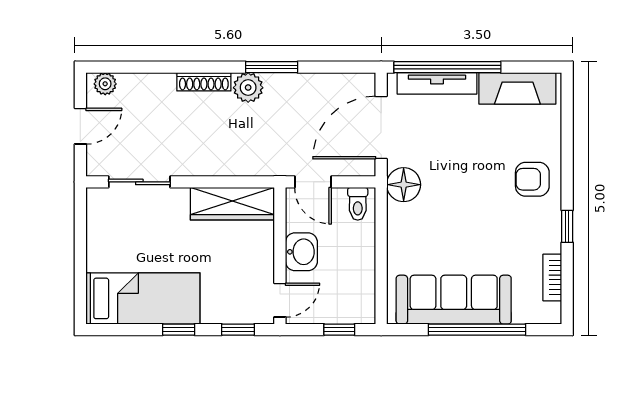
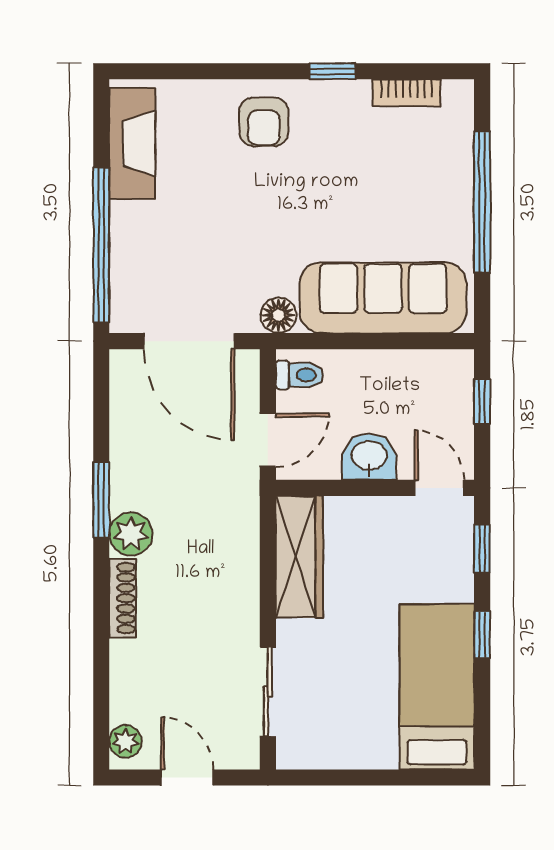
tv unit: (437, 83) -> (125, 260), removed
floor lamp: (404, 185) -> (278, 315), width x0.73, depth x0.73
sofa: (454, 300) -> (383, 298), moved, turned 90

